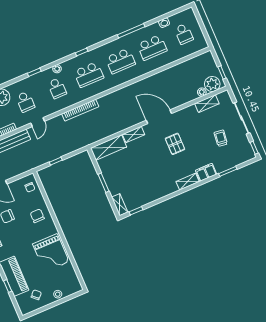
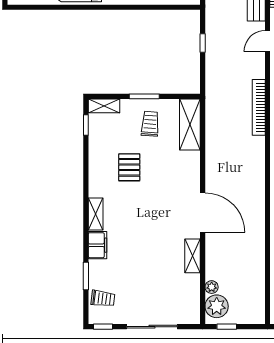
shelving: (207, 104) -> (193, 256), moved
door: (159, 117) -> (203, 213), hinge flipped
door: (38, 122) -> (268, 41), hinge flipped
shelving: (134, 135) -> (193, 167), removed
trolley: (221, 138) -> (103, 298), moved
pallet: (175, 144) -> (129, 167), moved, turned 90
trolley: (119, 172) -> (150, 124), added

